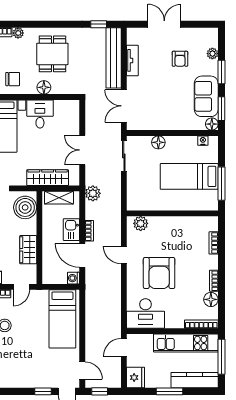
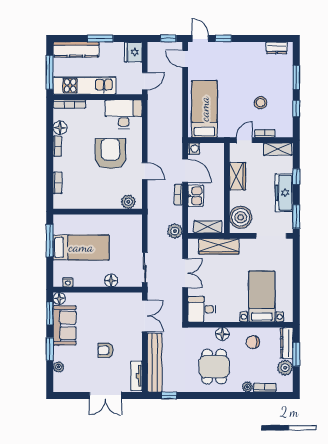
armchair: (180, 59) -> (106, 350), moved, turned -90
tv unit: (132, 60) -> (136, 376), moved
desk: (40, 114) -> (202, 309), moved, turned 90

